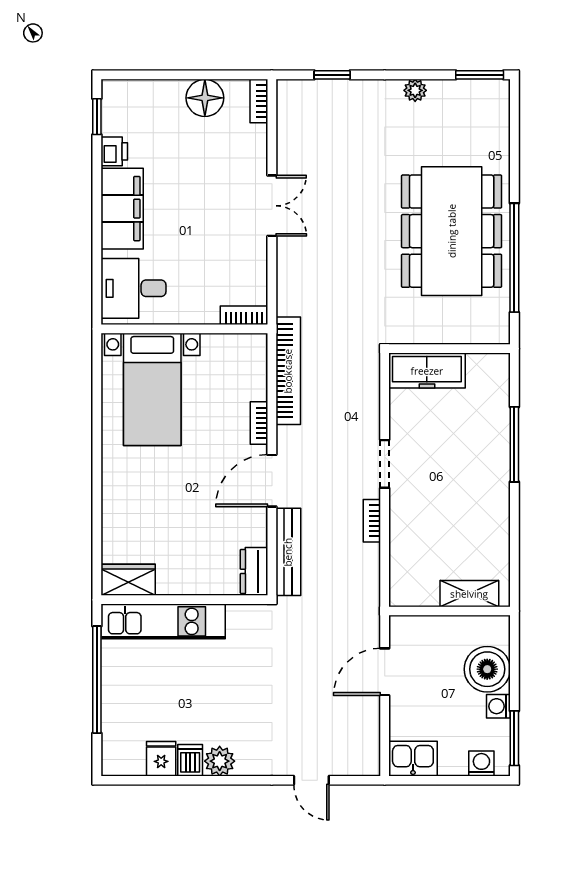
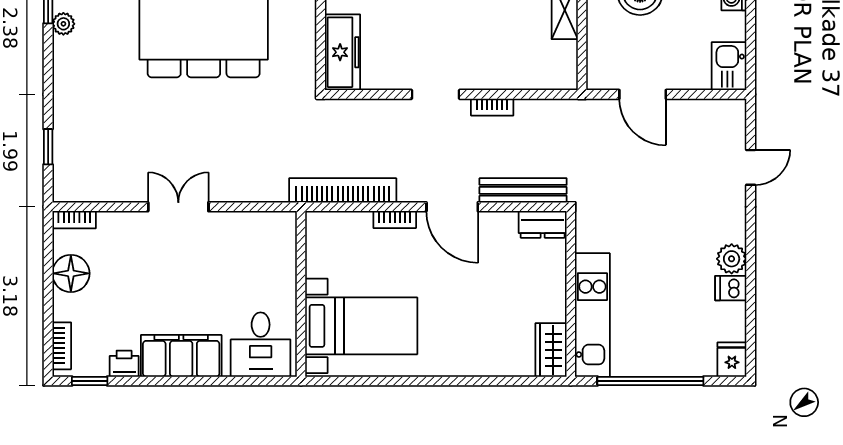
plant: (415, 90) -> (63, 24), moved
bookcase: (244, 315) -> (62, 346), moved, turned 180
fridge: (161, 759) -> (732, 360), moved, turned 90

